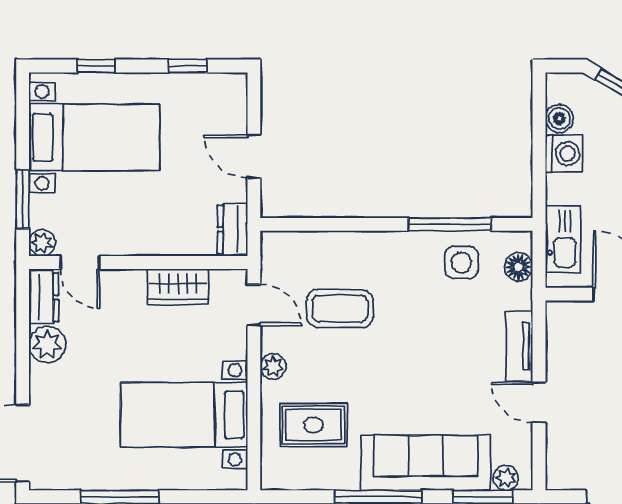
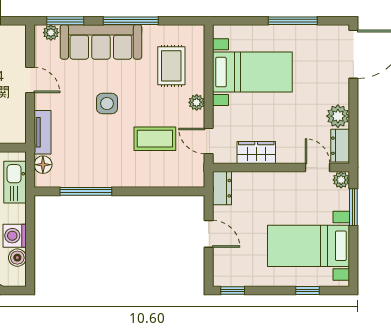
window: (188, 66) -> (233, 290), moved
side table: (461, 263) -> (107, 104), moved
tv unit: (519, 346) -> (42, 132), moved
rug: (314, 425) -> (171, 66), turned 90

